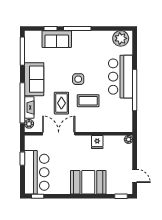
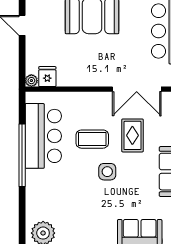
bar counter: (121, 77) -> (43, 136), moved
fridge: (97, 142) -> (47, 77), moved

